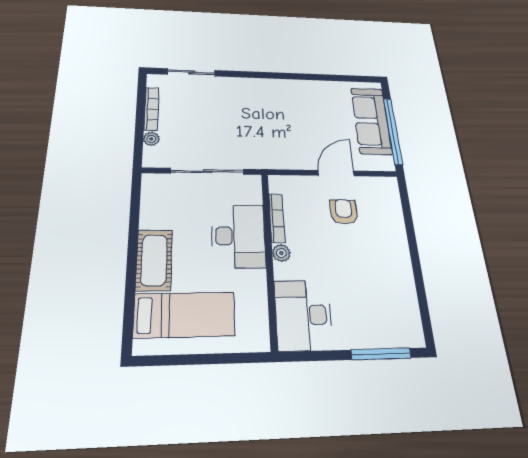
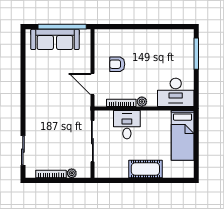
door: (336, 173) -> (92, 84), moved
desk: (238, 236) -> (127, 125), width x0.73
bed: (185, 315) -> (183, 135), moved, turned 180

